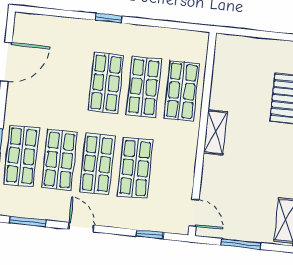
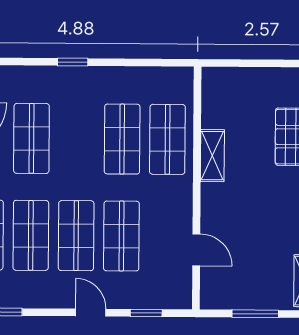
shop shelf: (106, 83) -> (31, 138), moved
shelving: (216, 132) -> (212, 156), moved
door: (194, 213) -> (196, 250), moved
door: (81, 227) -> (91, 313), moved

